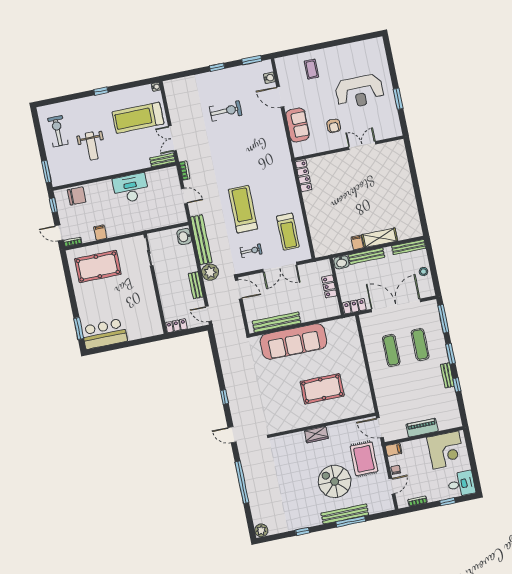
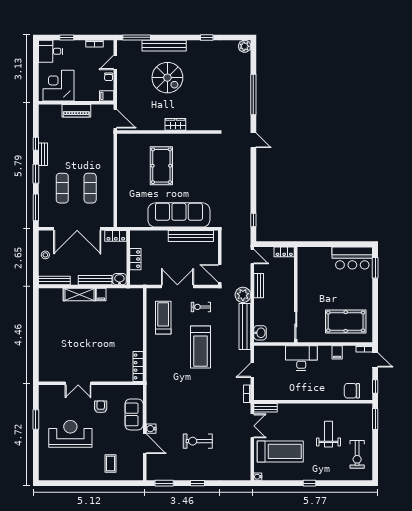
water cooler: (269, 78) -> (151, 429), moved
desk: (131, 188) -> (301, 358), moved, turned 180
door: (184, 196) -> (252, 370), hinge flipped
pool table: (322, 389) -> (161, 166), turned 90
window: (224, 397) -> (253, 220), moved
rug: (364, 459) -> (136, 93), removed
window: (351, 522) -> (137, 37), moved

